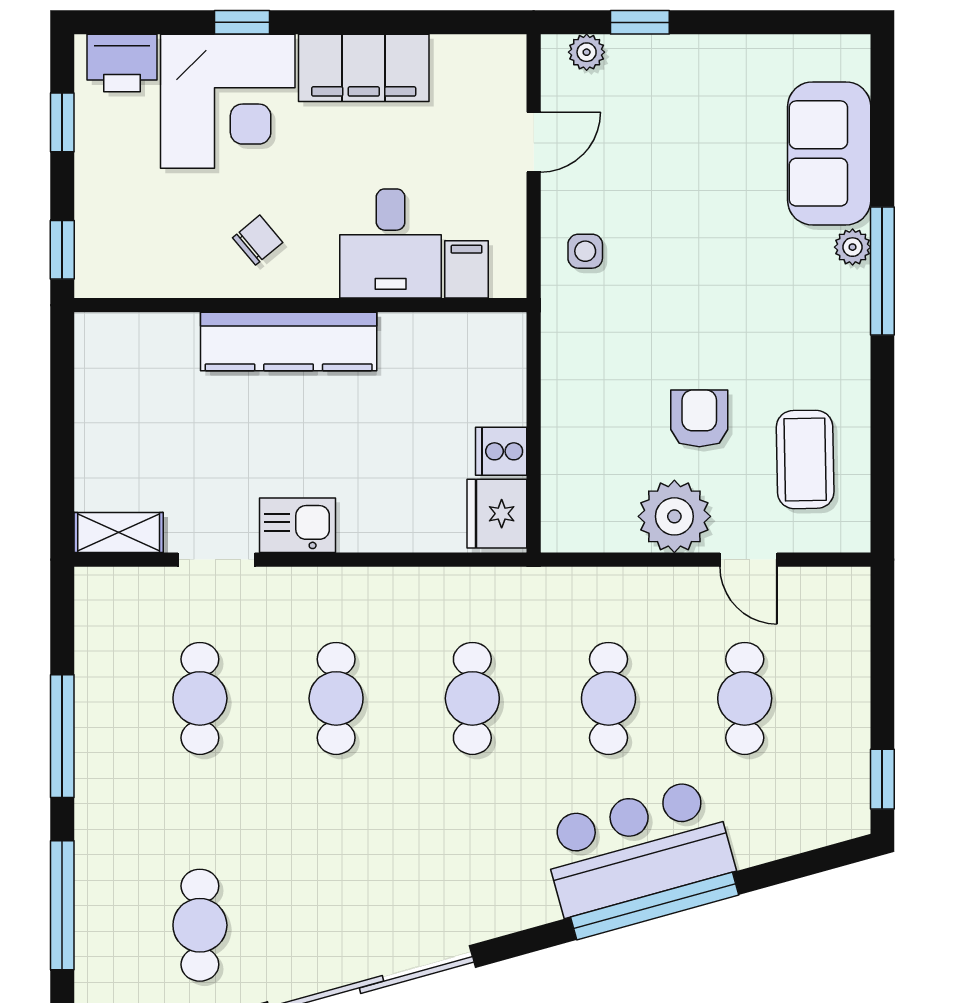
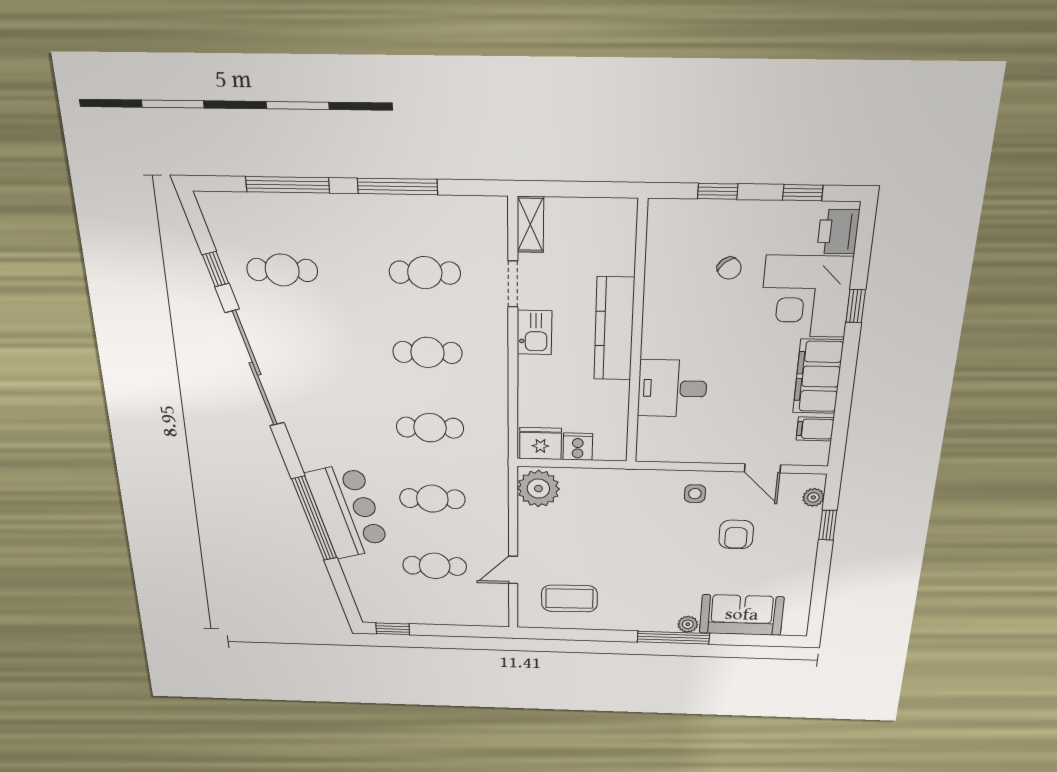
chair: (258, 240) -> (729, 268), moved
desk: (391, 243) -> (672, 388), moved
filing cabinet: (467, 269) -> (815, 429), moved, turned 180
wall: (300, 305) -> (637, 336), moved
kitchen counter: (289, 341) -> (614, 329), moved
armchair: (699, 418) -> (736, 534), moved, turned 90
plant: (674, 516) -> (538, 489), moved

